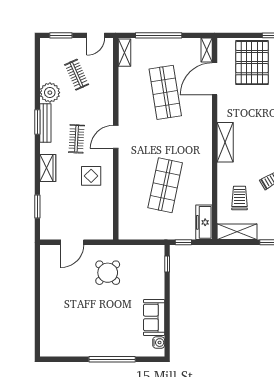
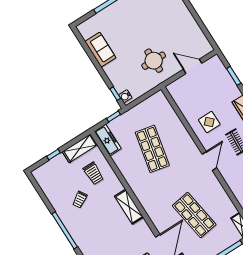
door: (72, 242) -> (193, 66), hinge flipped
round table: (108, 273) -> (154, 61), turned 45
water cooler: (159, 343) -> (125, 96), moved

